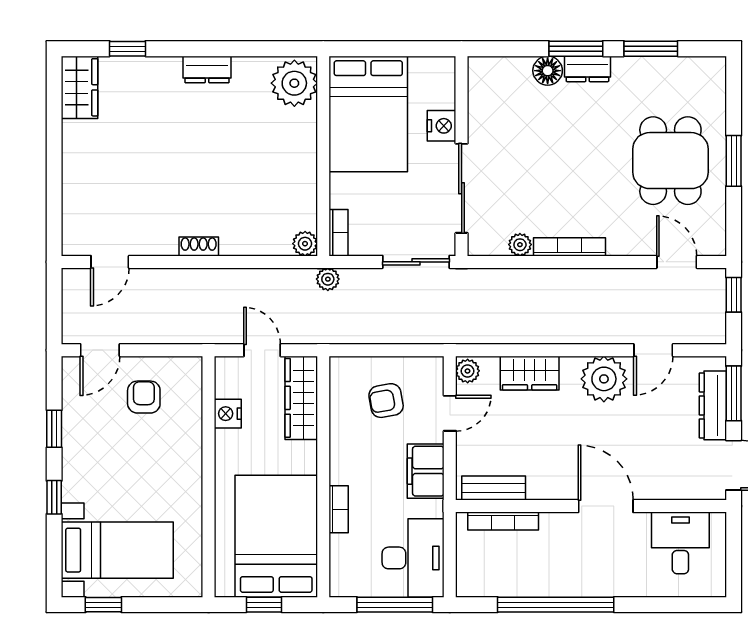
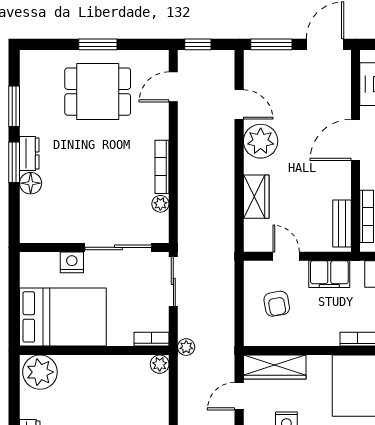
plant: (468, 371) -> (255, 243), removed
dresser: (713, 405) -> (280, 60), removed

